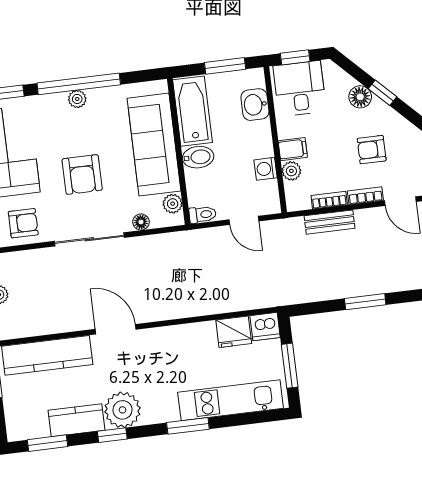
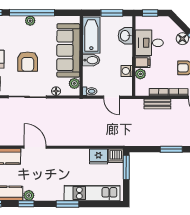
desk: (300, 89) -> (149, 43), moved, turned -90
window: (290, 366) -> (126, 167), moved
plant: (122, 410) -> (29, 195), width x0.53, depth x0.53

